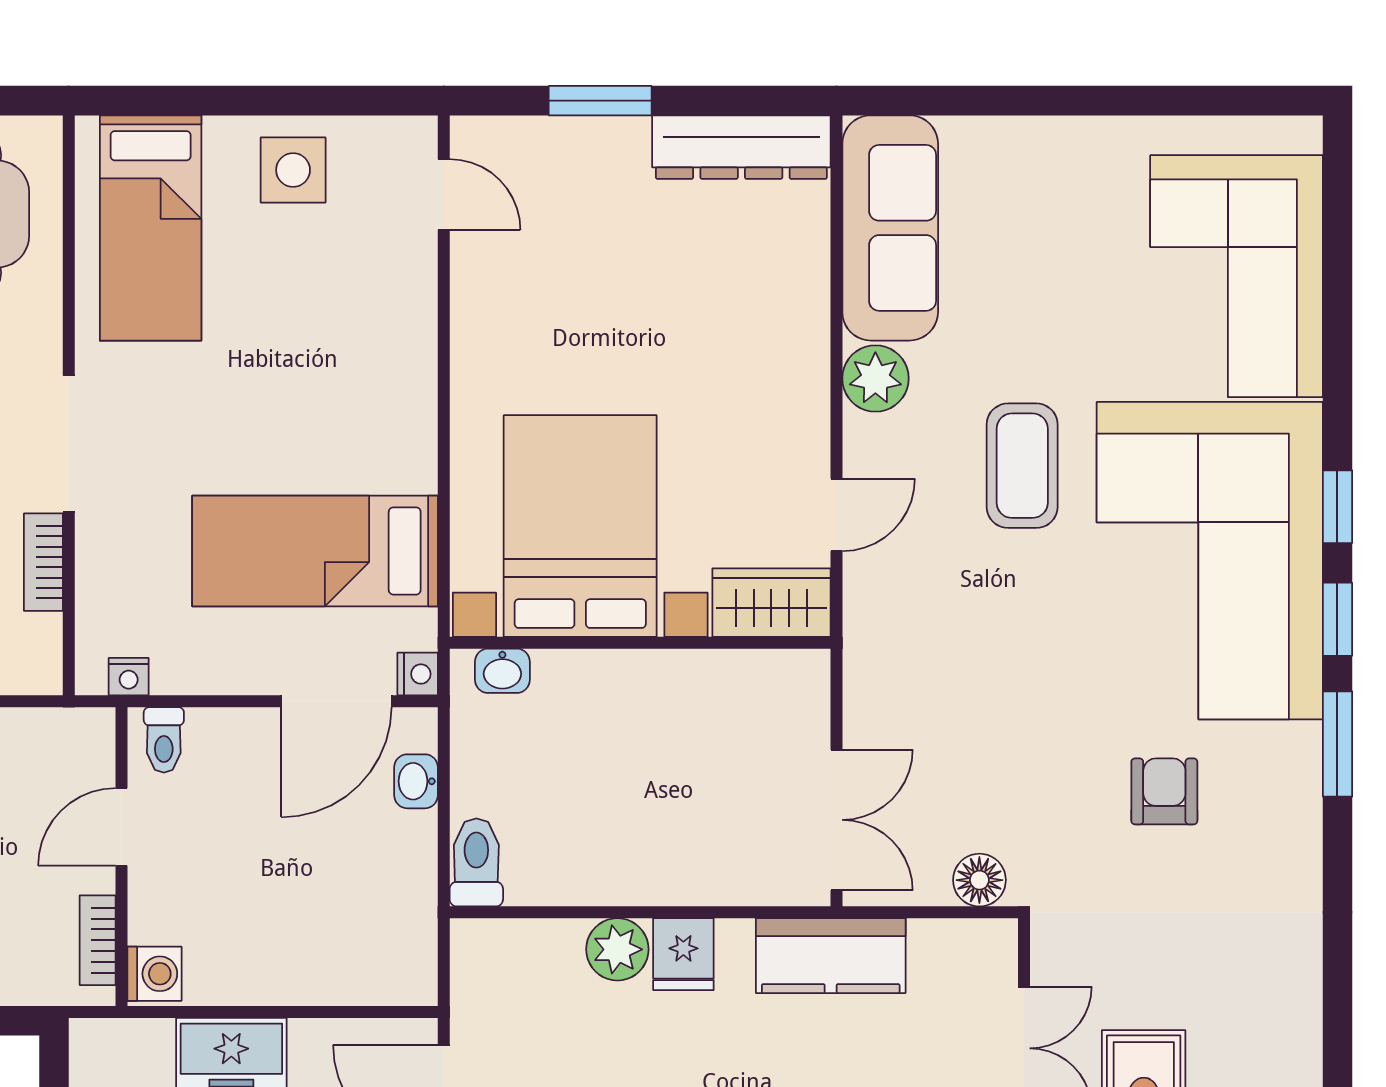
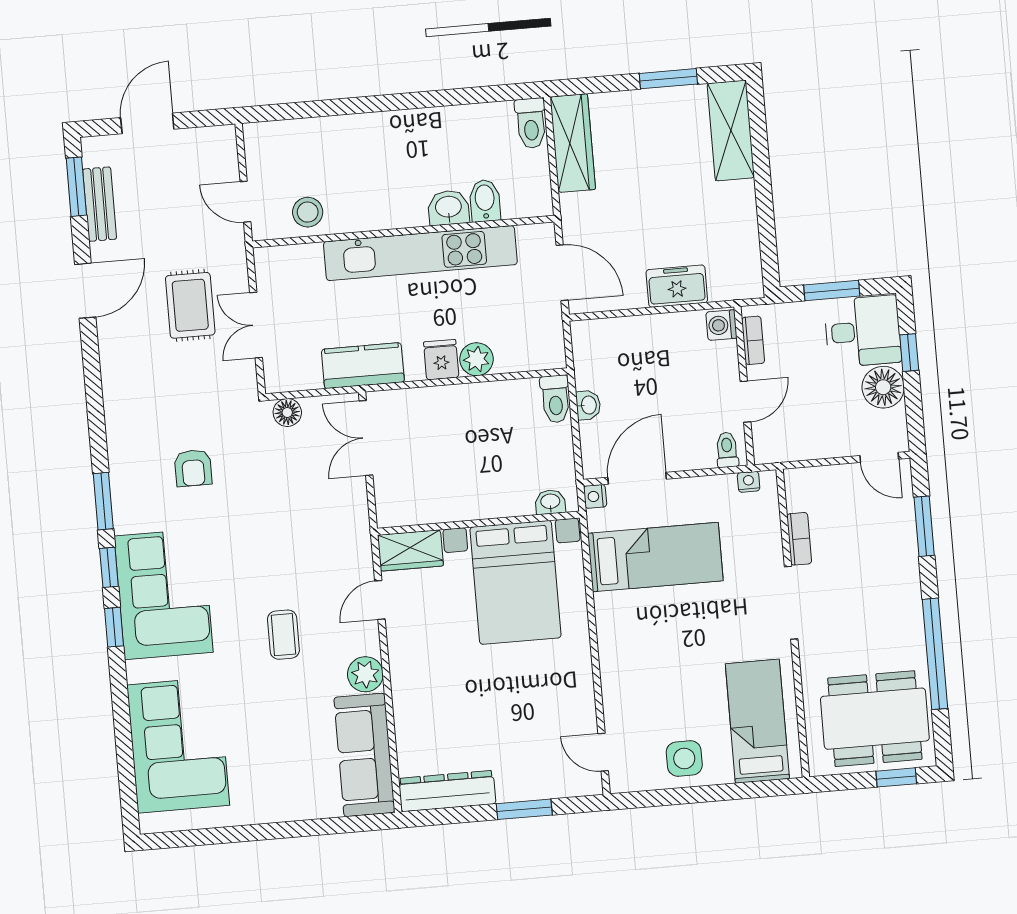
coffee table: (1022, 466) -> (283, 635), width x0.73, depth x0.77
corner sofa: (1210, 561) -> (164, 594), width x0.73, depth x0.74
washbasin: (416, 781) -> (588, 405), moved

